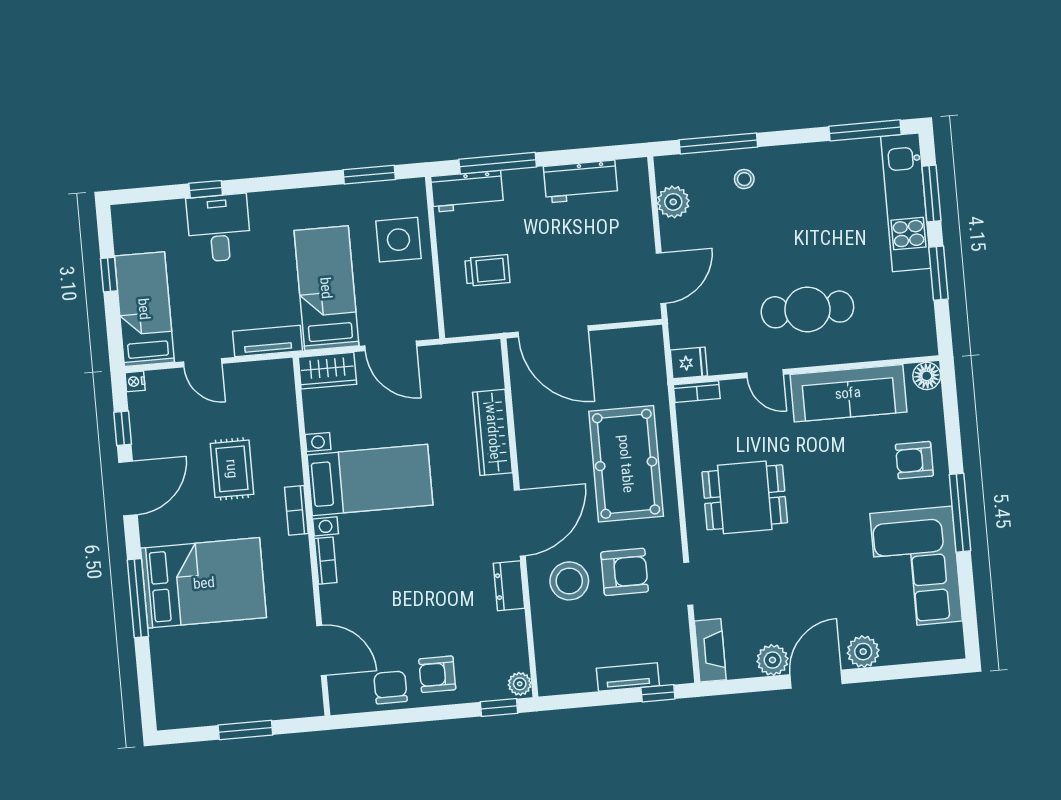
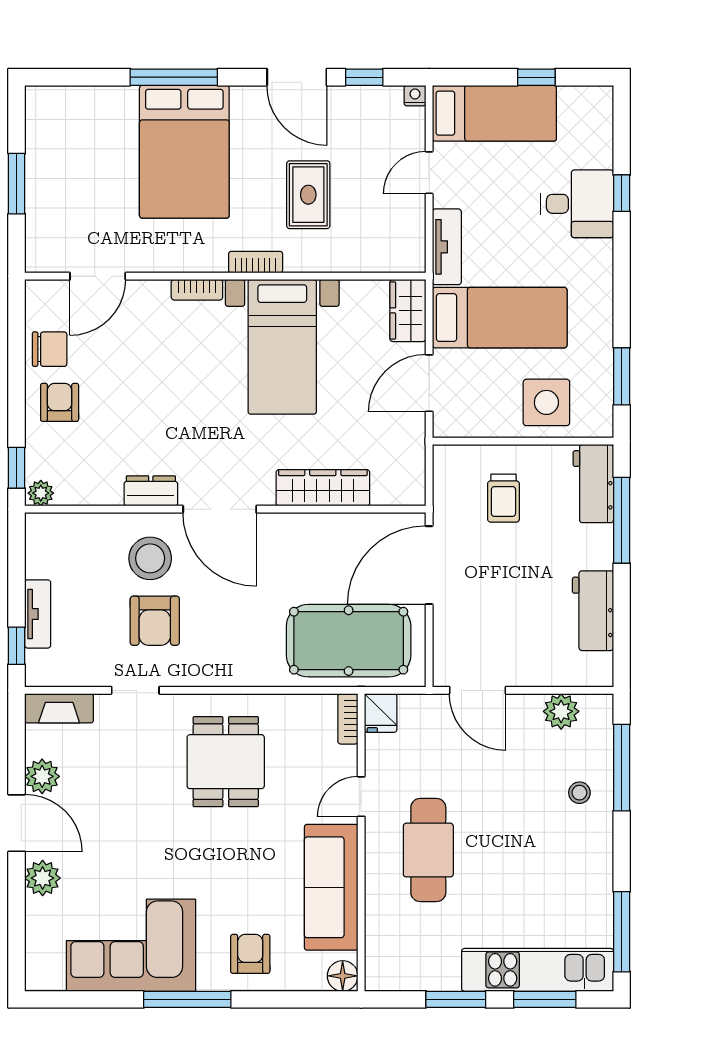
pool table: (626, 464) -> (349, 641), moved
rug: (232, 469) -> (308, 195), turned 90

